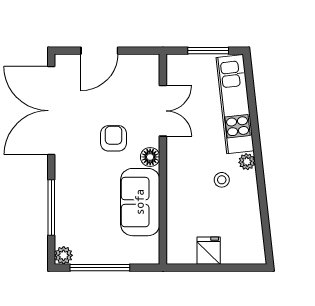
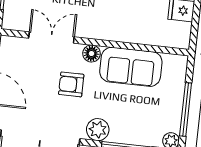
plant: (67, 173) -> (98, 130), added

